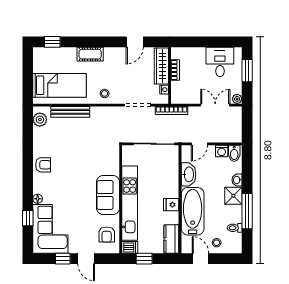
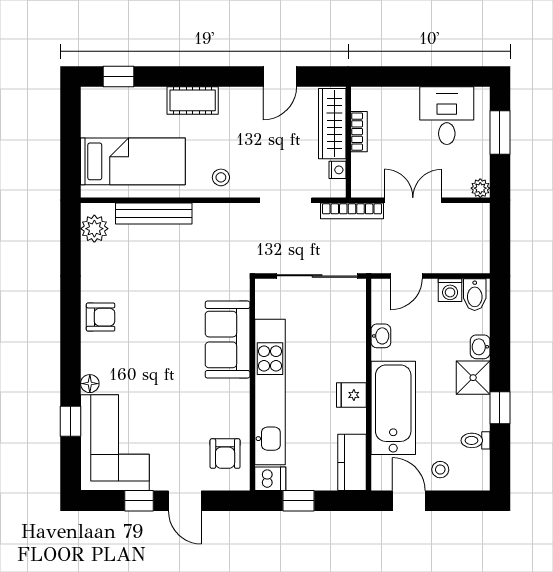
double door: (215, 105) -> (413, 200), moved
washbasin: (189, 174) -> (381, 336), width x0.52, depth x0.69
sofa: (108, 195) -> (228, 339), moved
window: (247, 211) -> (500, 408), width x0.46

